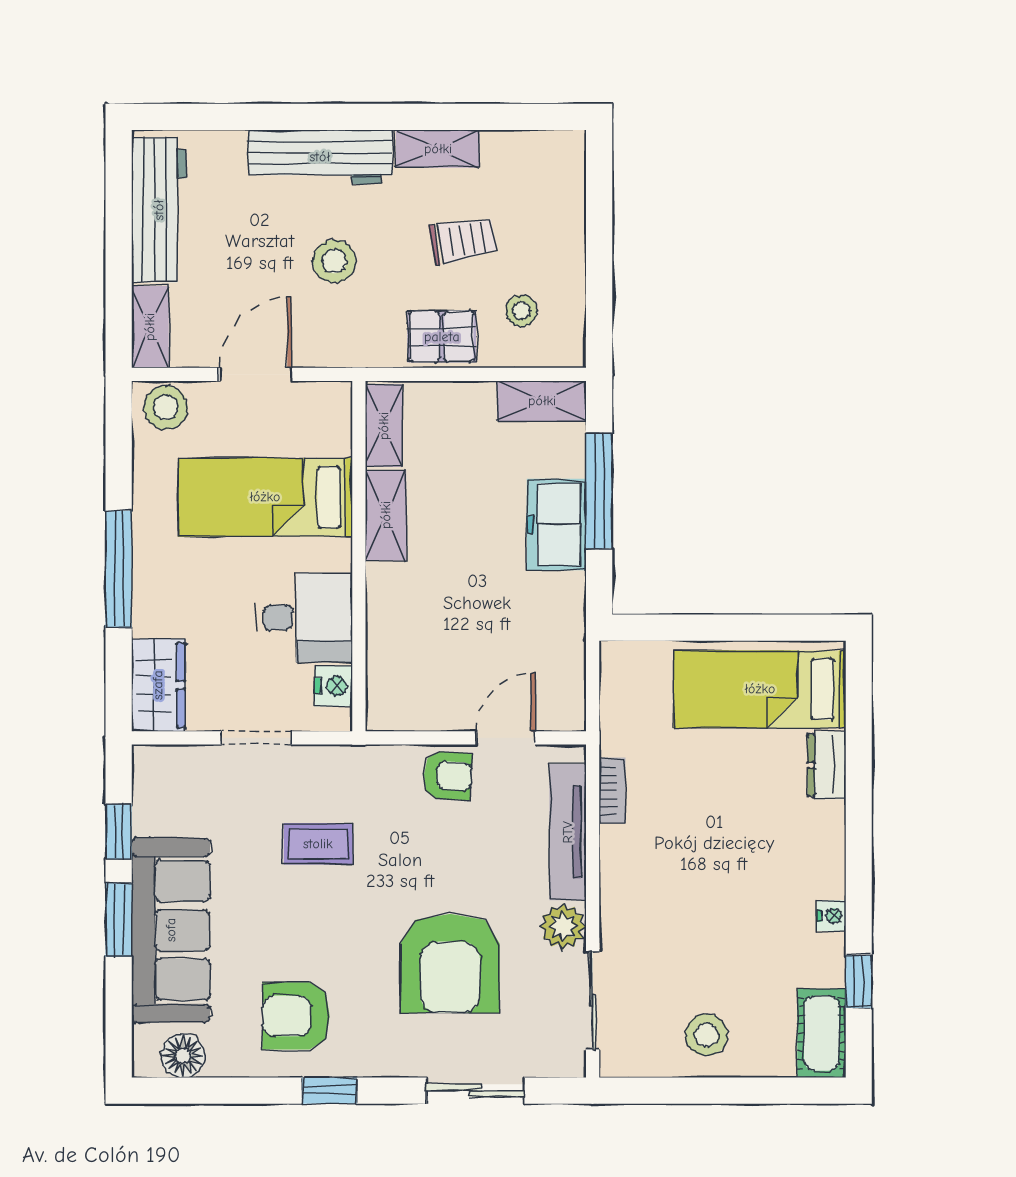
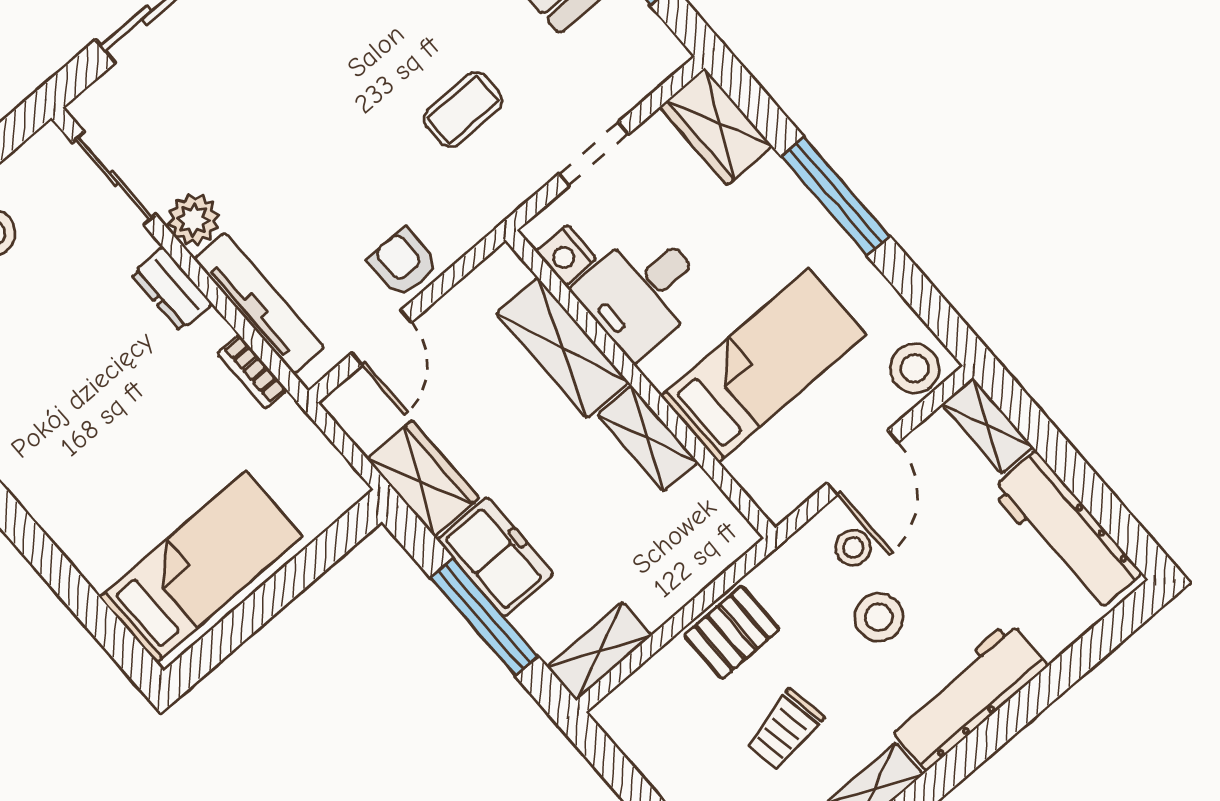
stool: (522, 311) -> (853, 548), moved
shelving: (384, 426) -> (562, 348), moved, width x1.50, depth x1.33
wardrobe: (559, 619) -> (423, 478), added
dresser: (827, 765) -> (172, 289), moved, turned 180
armchair: (448, 776) -> (403, 263), turned 87
armchair: (450, 963) -> (262, 105), removed

